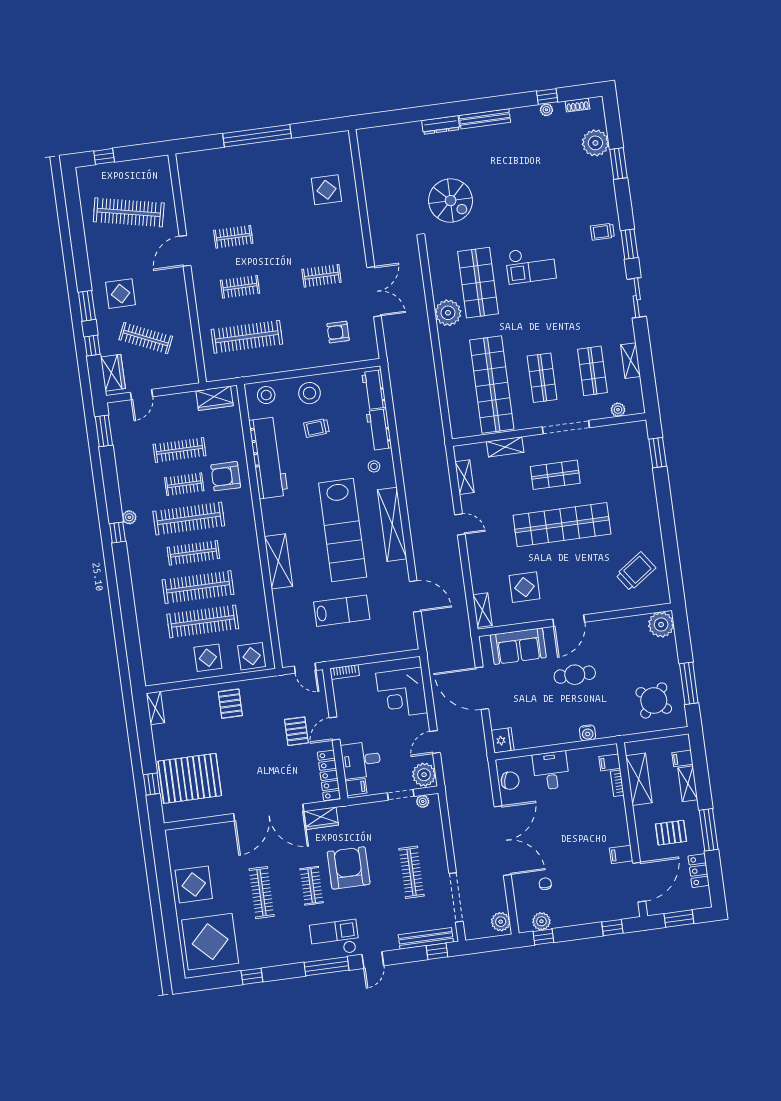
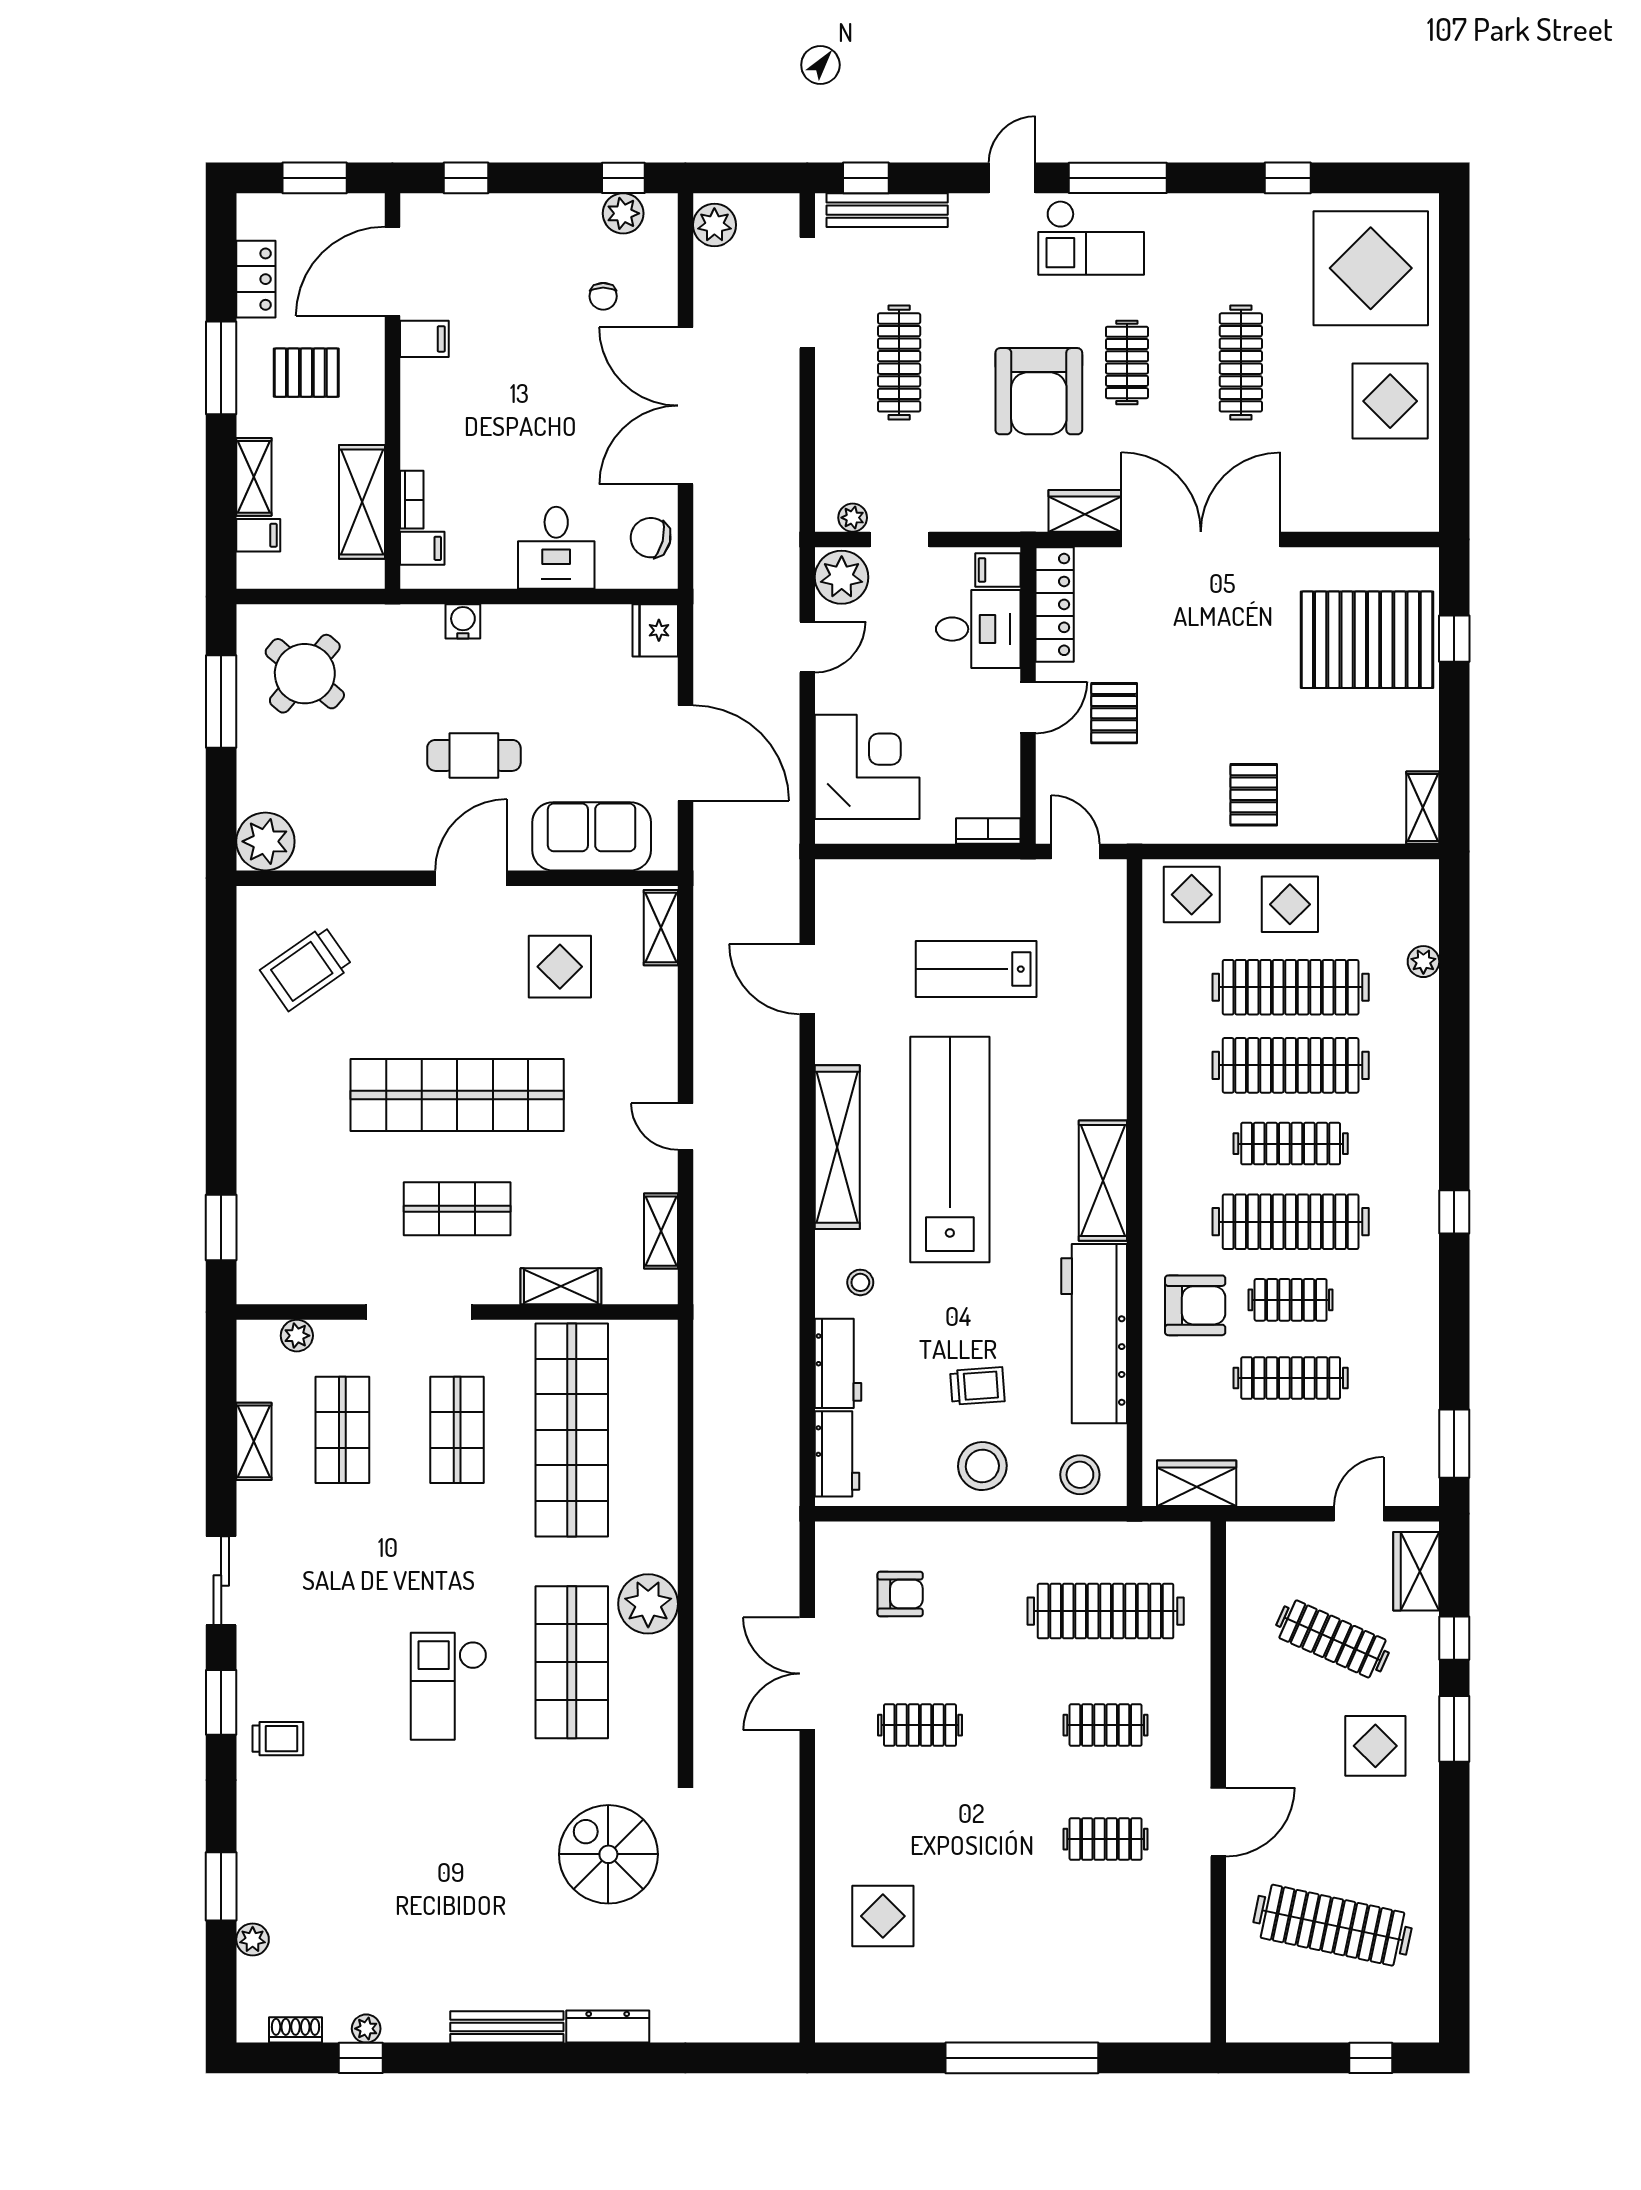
plant: (595, 143) -> (253, 1939), width x0.53, depth x0.53
checkout: (531, 265) -> (449, 1686), turned -90
plant: (129, 517) -> (1423, 962), moved
shelving: (278, 561) -> (1103, 1181), moved

